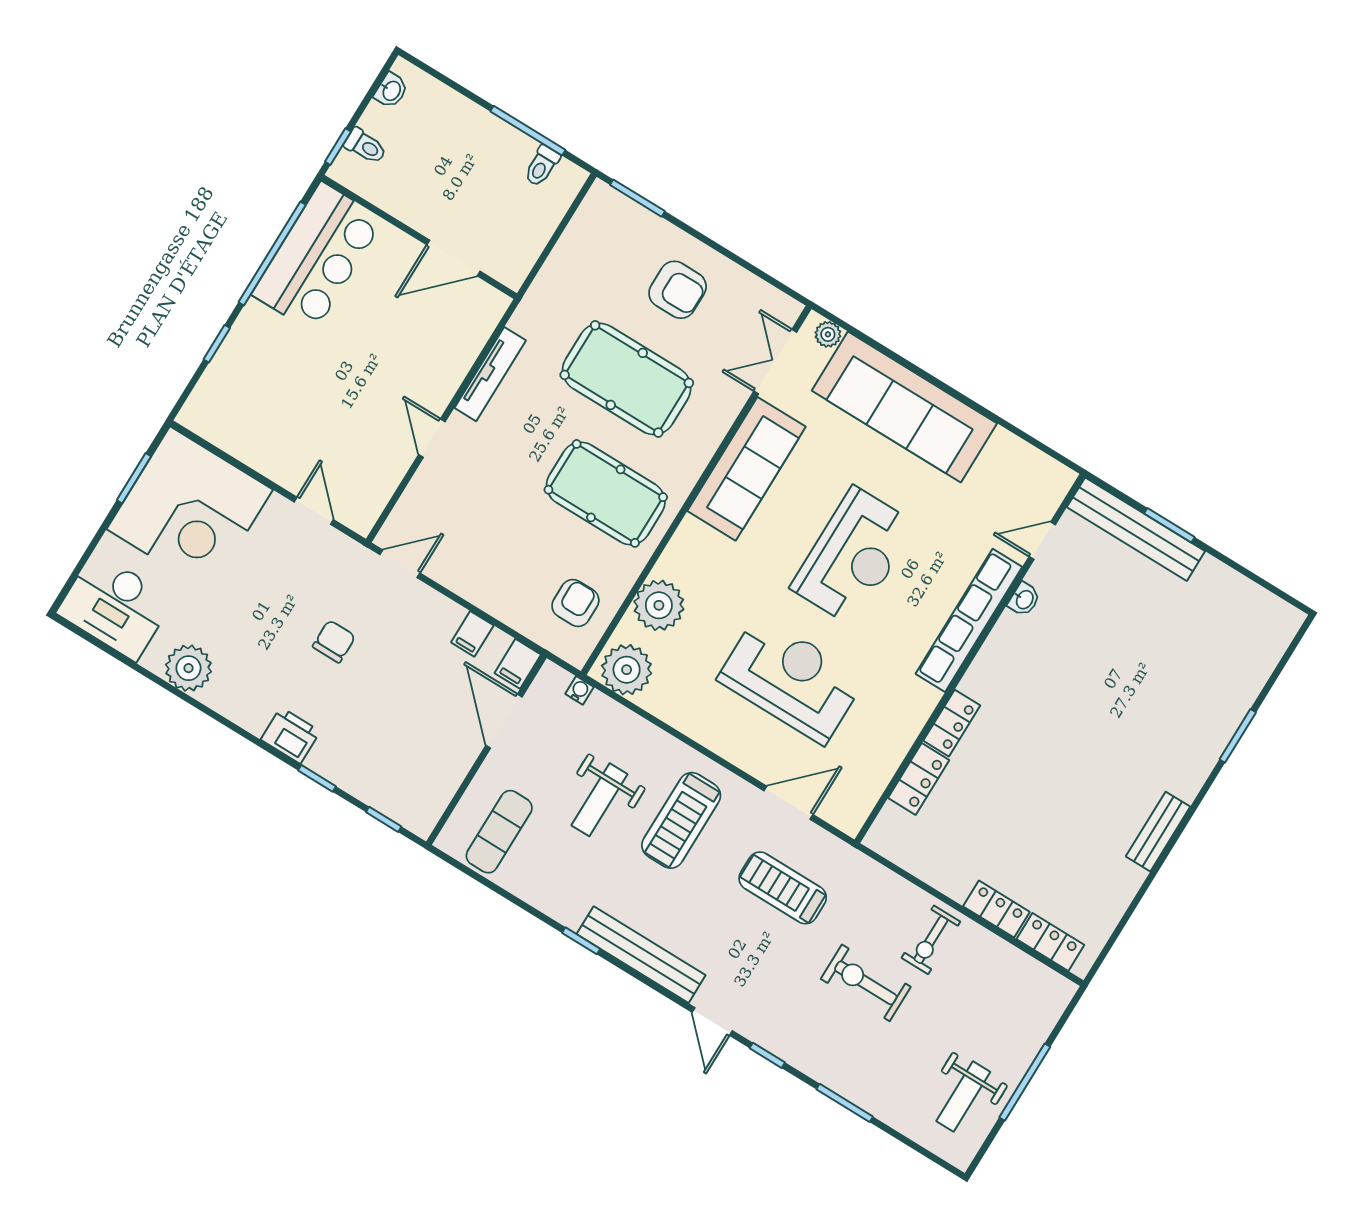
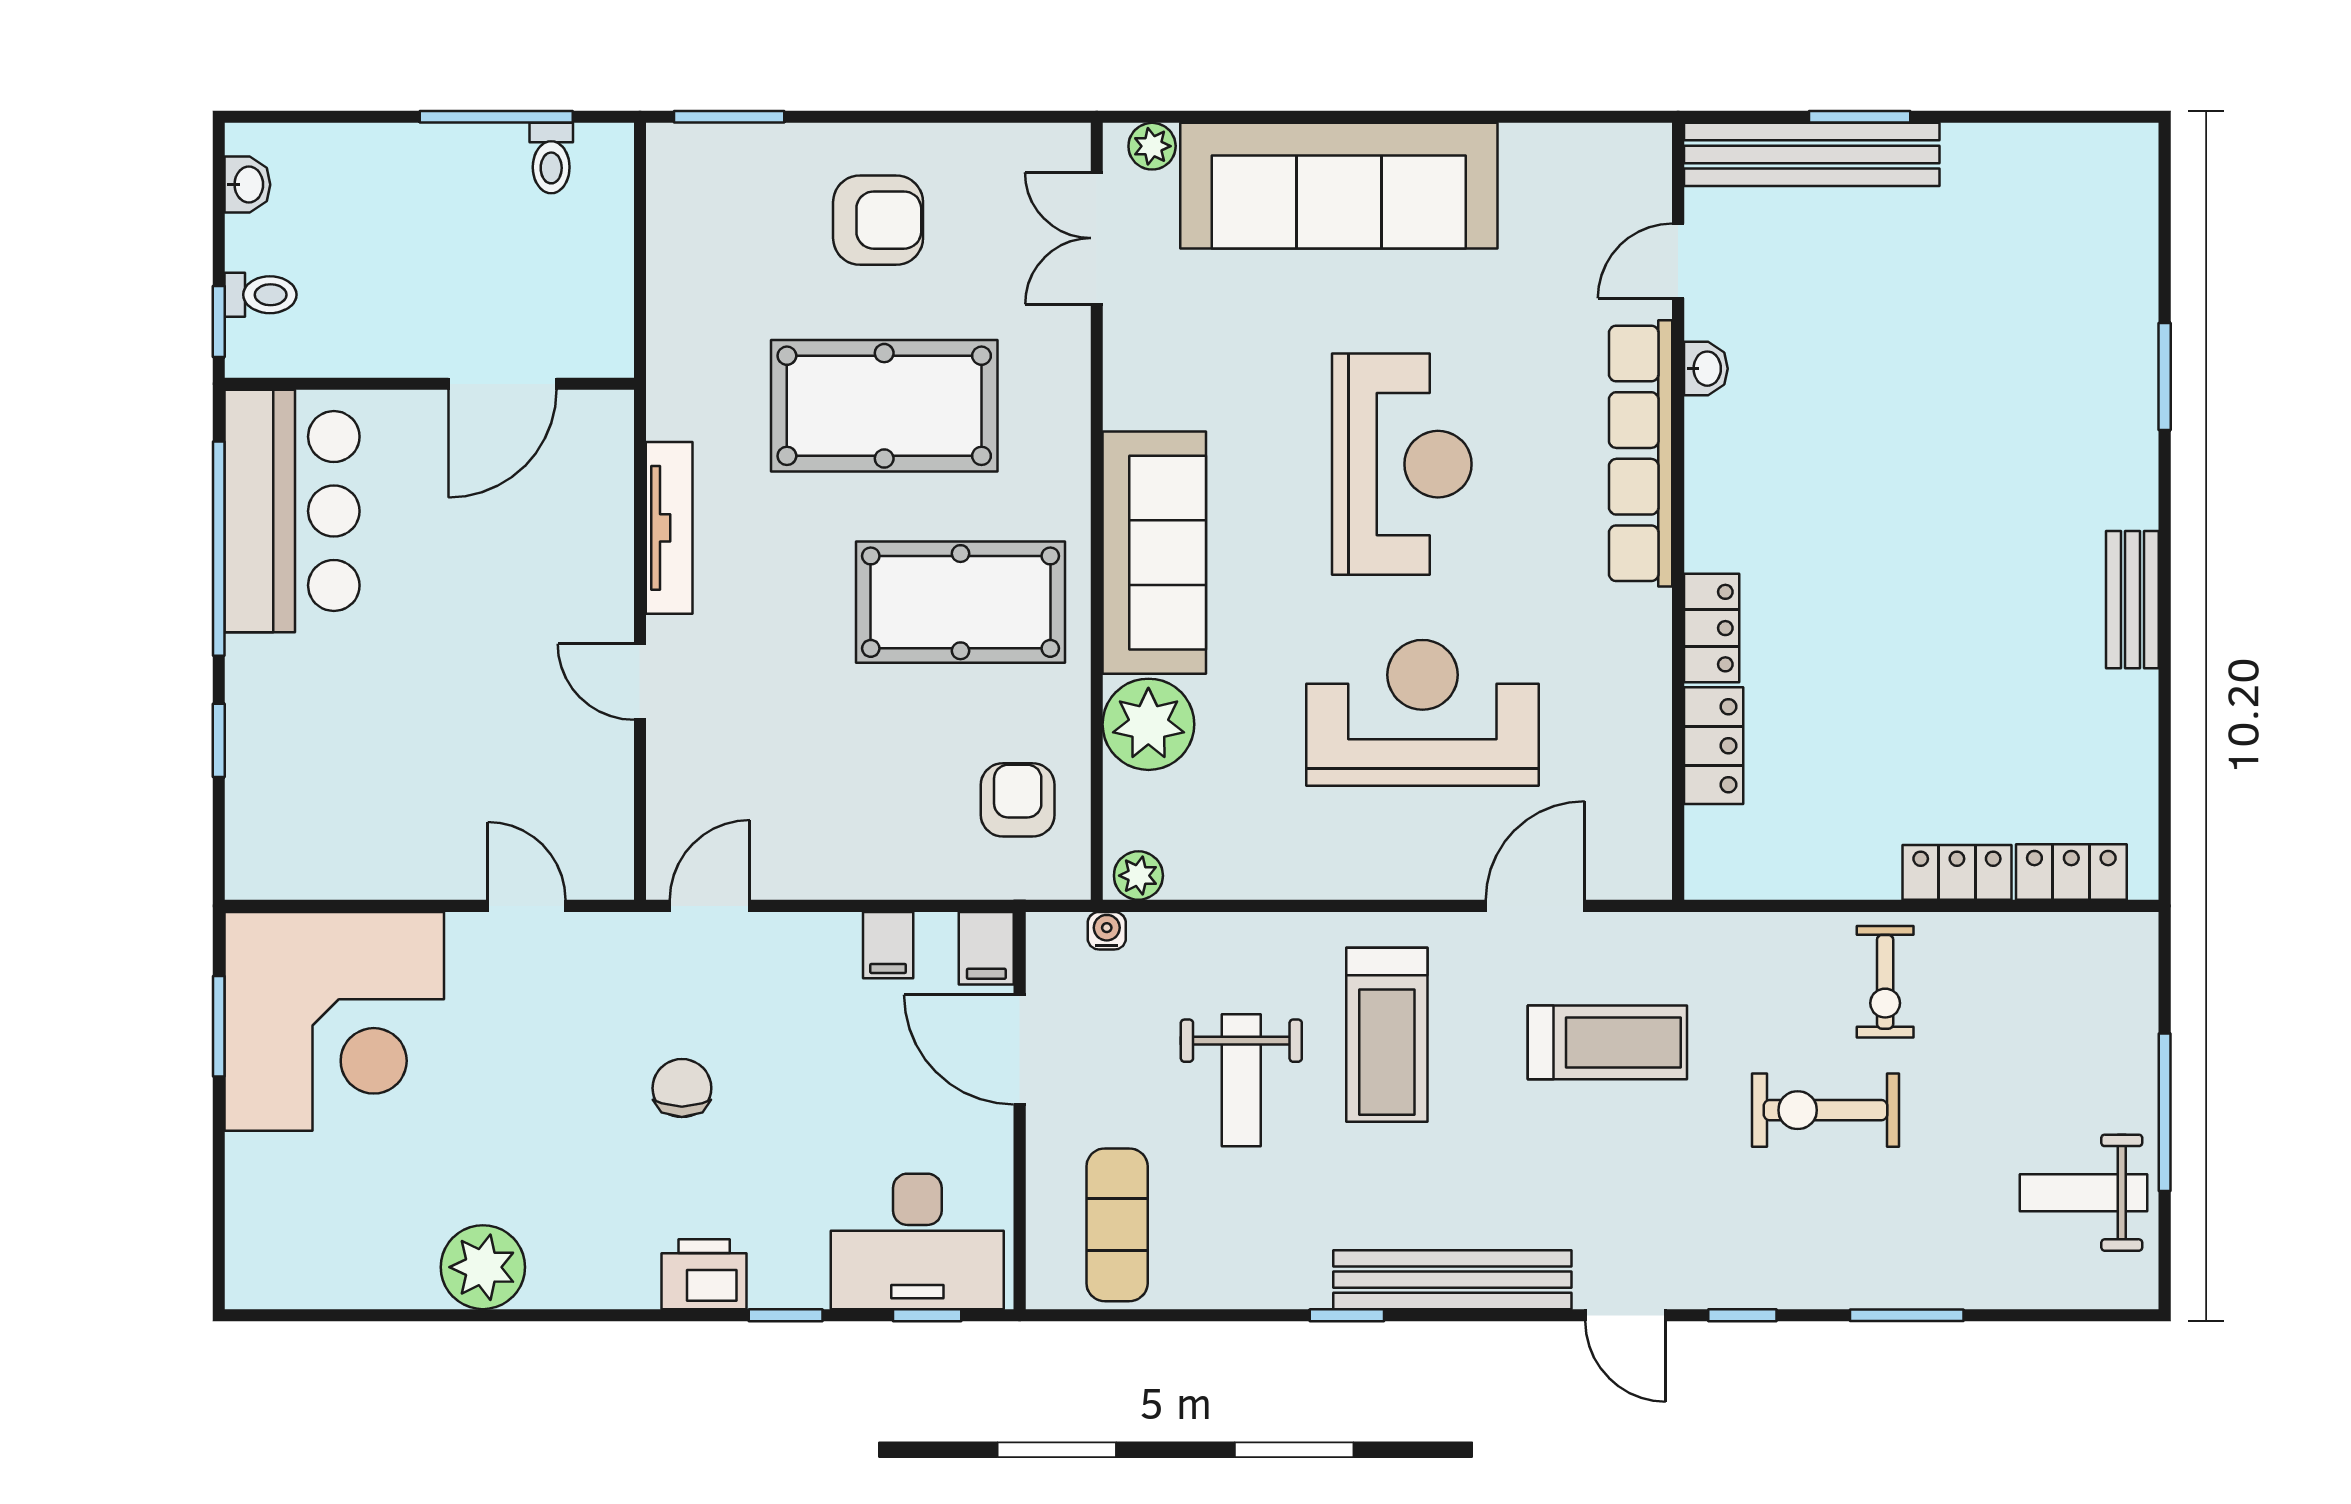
sofa: (747, 469) -> (1154, 553), moved
desk: (115, 606) -> (917, 1241), moved
plant: (627, 670) -> (1138, 876), width x0.53, depth x0.53
treadmill: (783, 888) -> (1607, 1042), turned 180
weight bench: (963, 1096) -> (2084, 1193), turned 90

